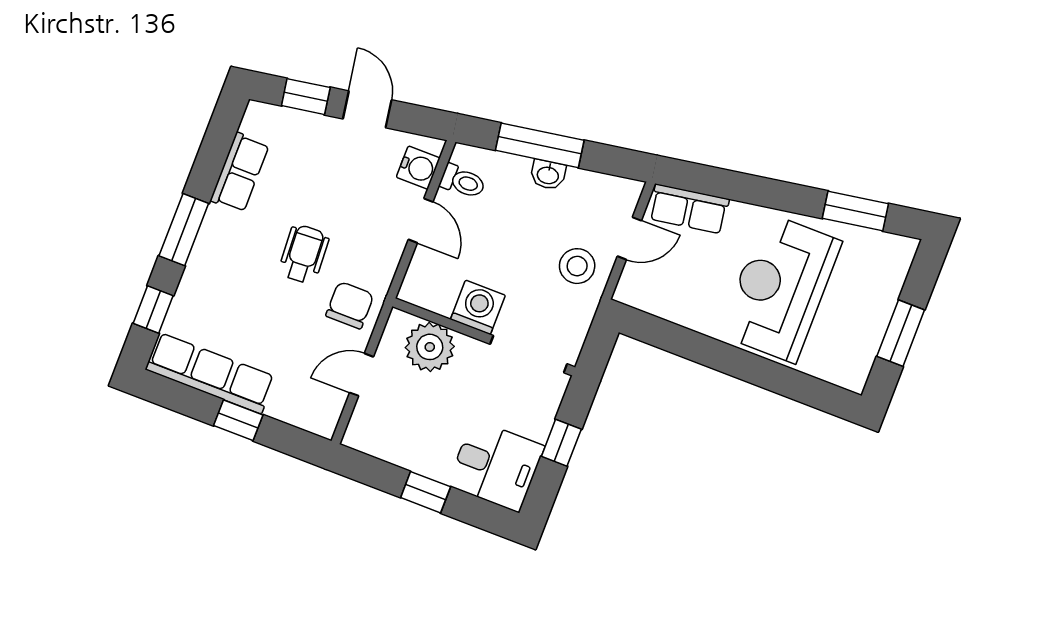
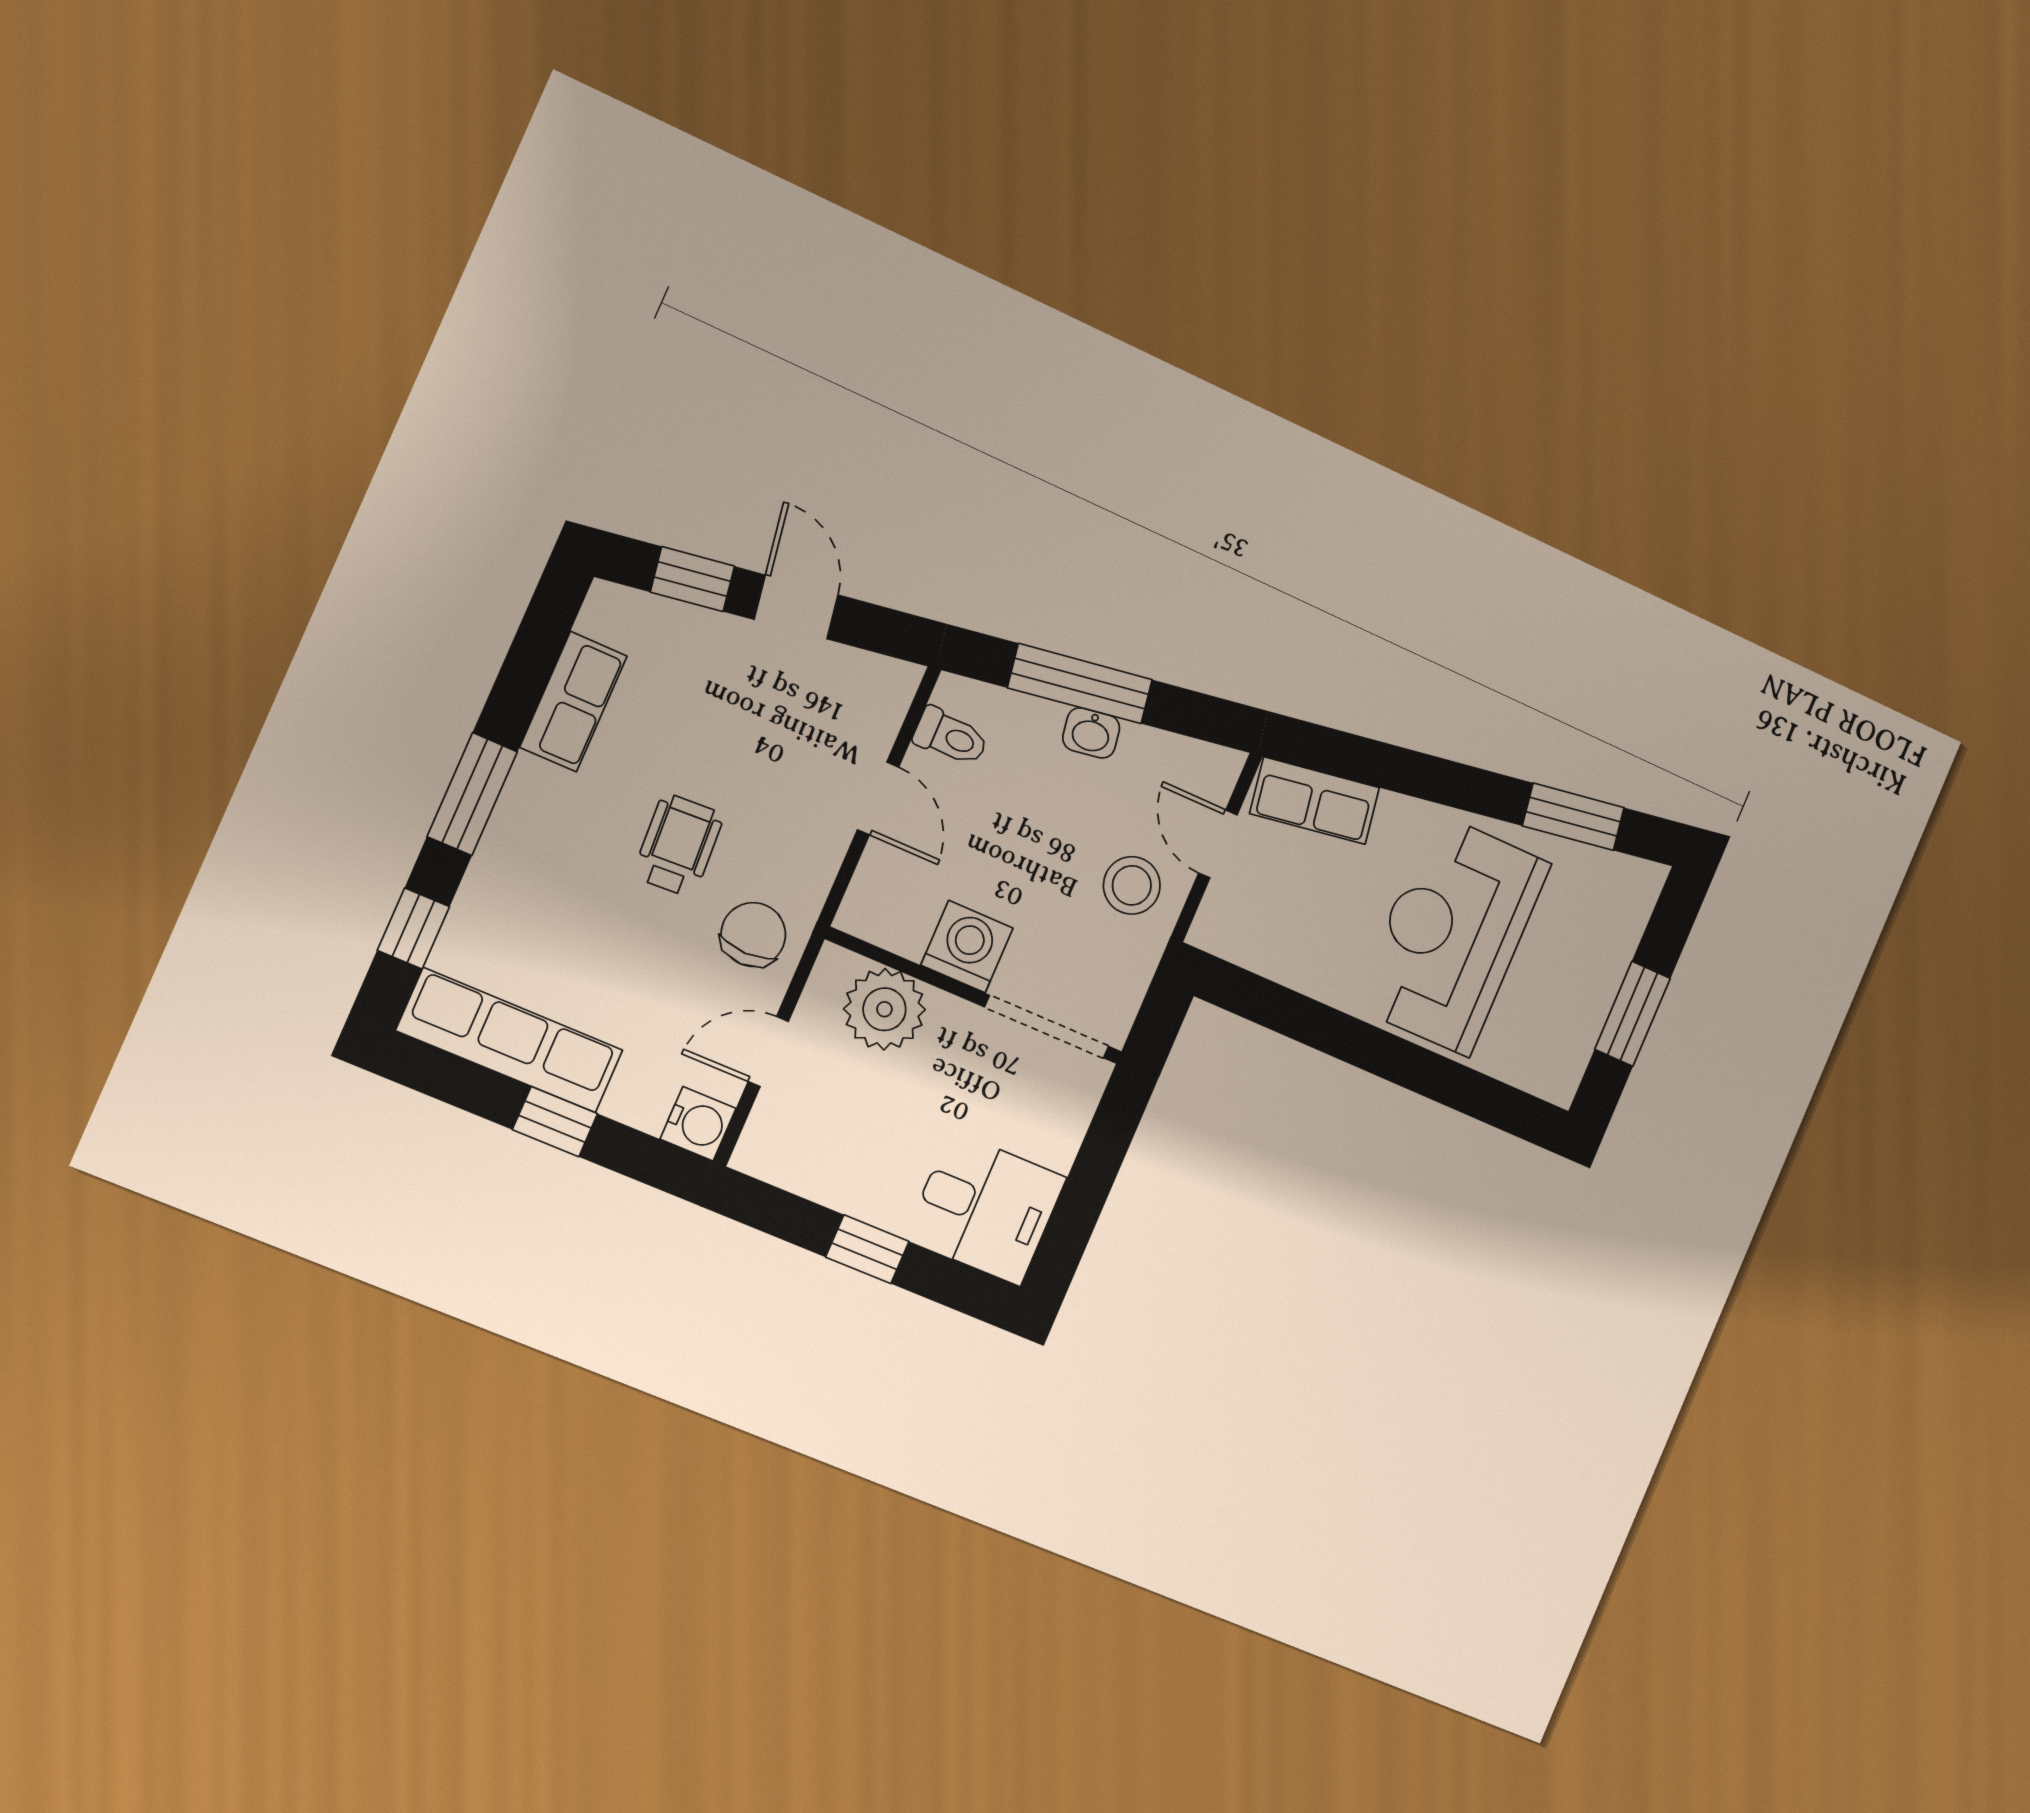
water cooler: (418, 168) -> (698, 1124), moved
door: (629, 238) -> (1218, 844), swing flipped
window: (561, 443) -> (1093, 1173), removed

